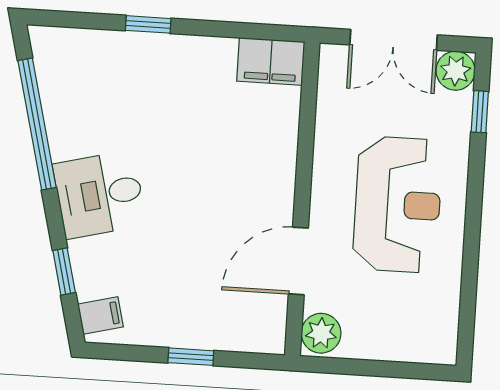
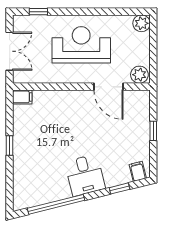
window: (148, 24) -> (10, 146), moved
filing cabinet: (271, 61) -> (22, 97), width x0.50
plant: (456, 71) -> (141, 23), moved

